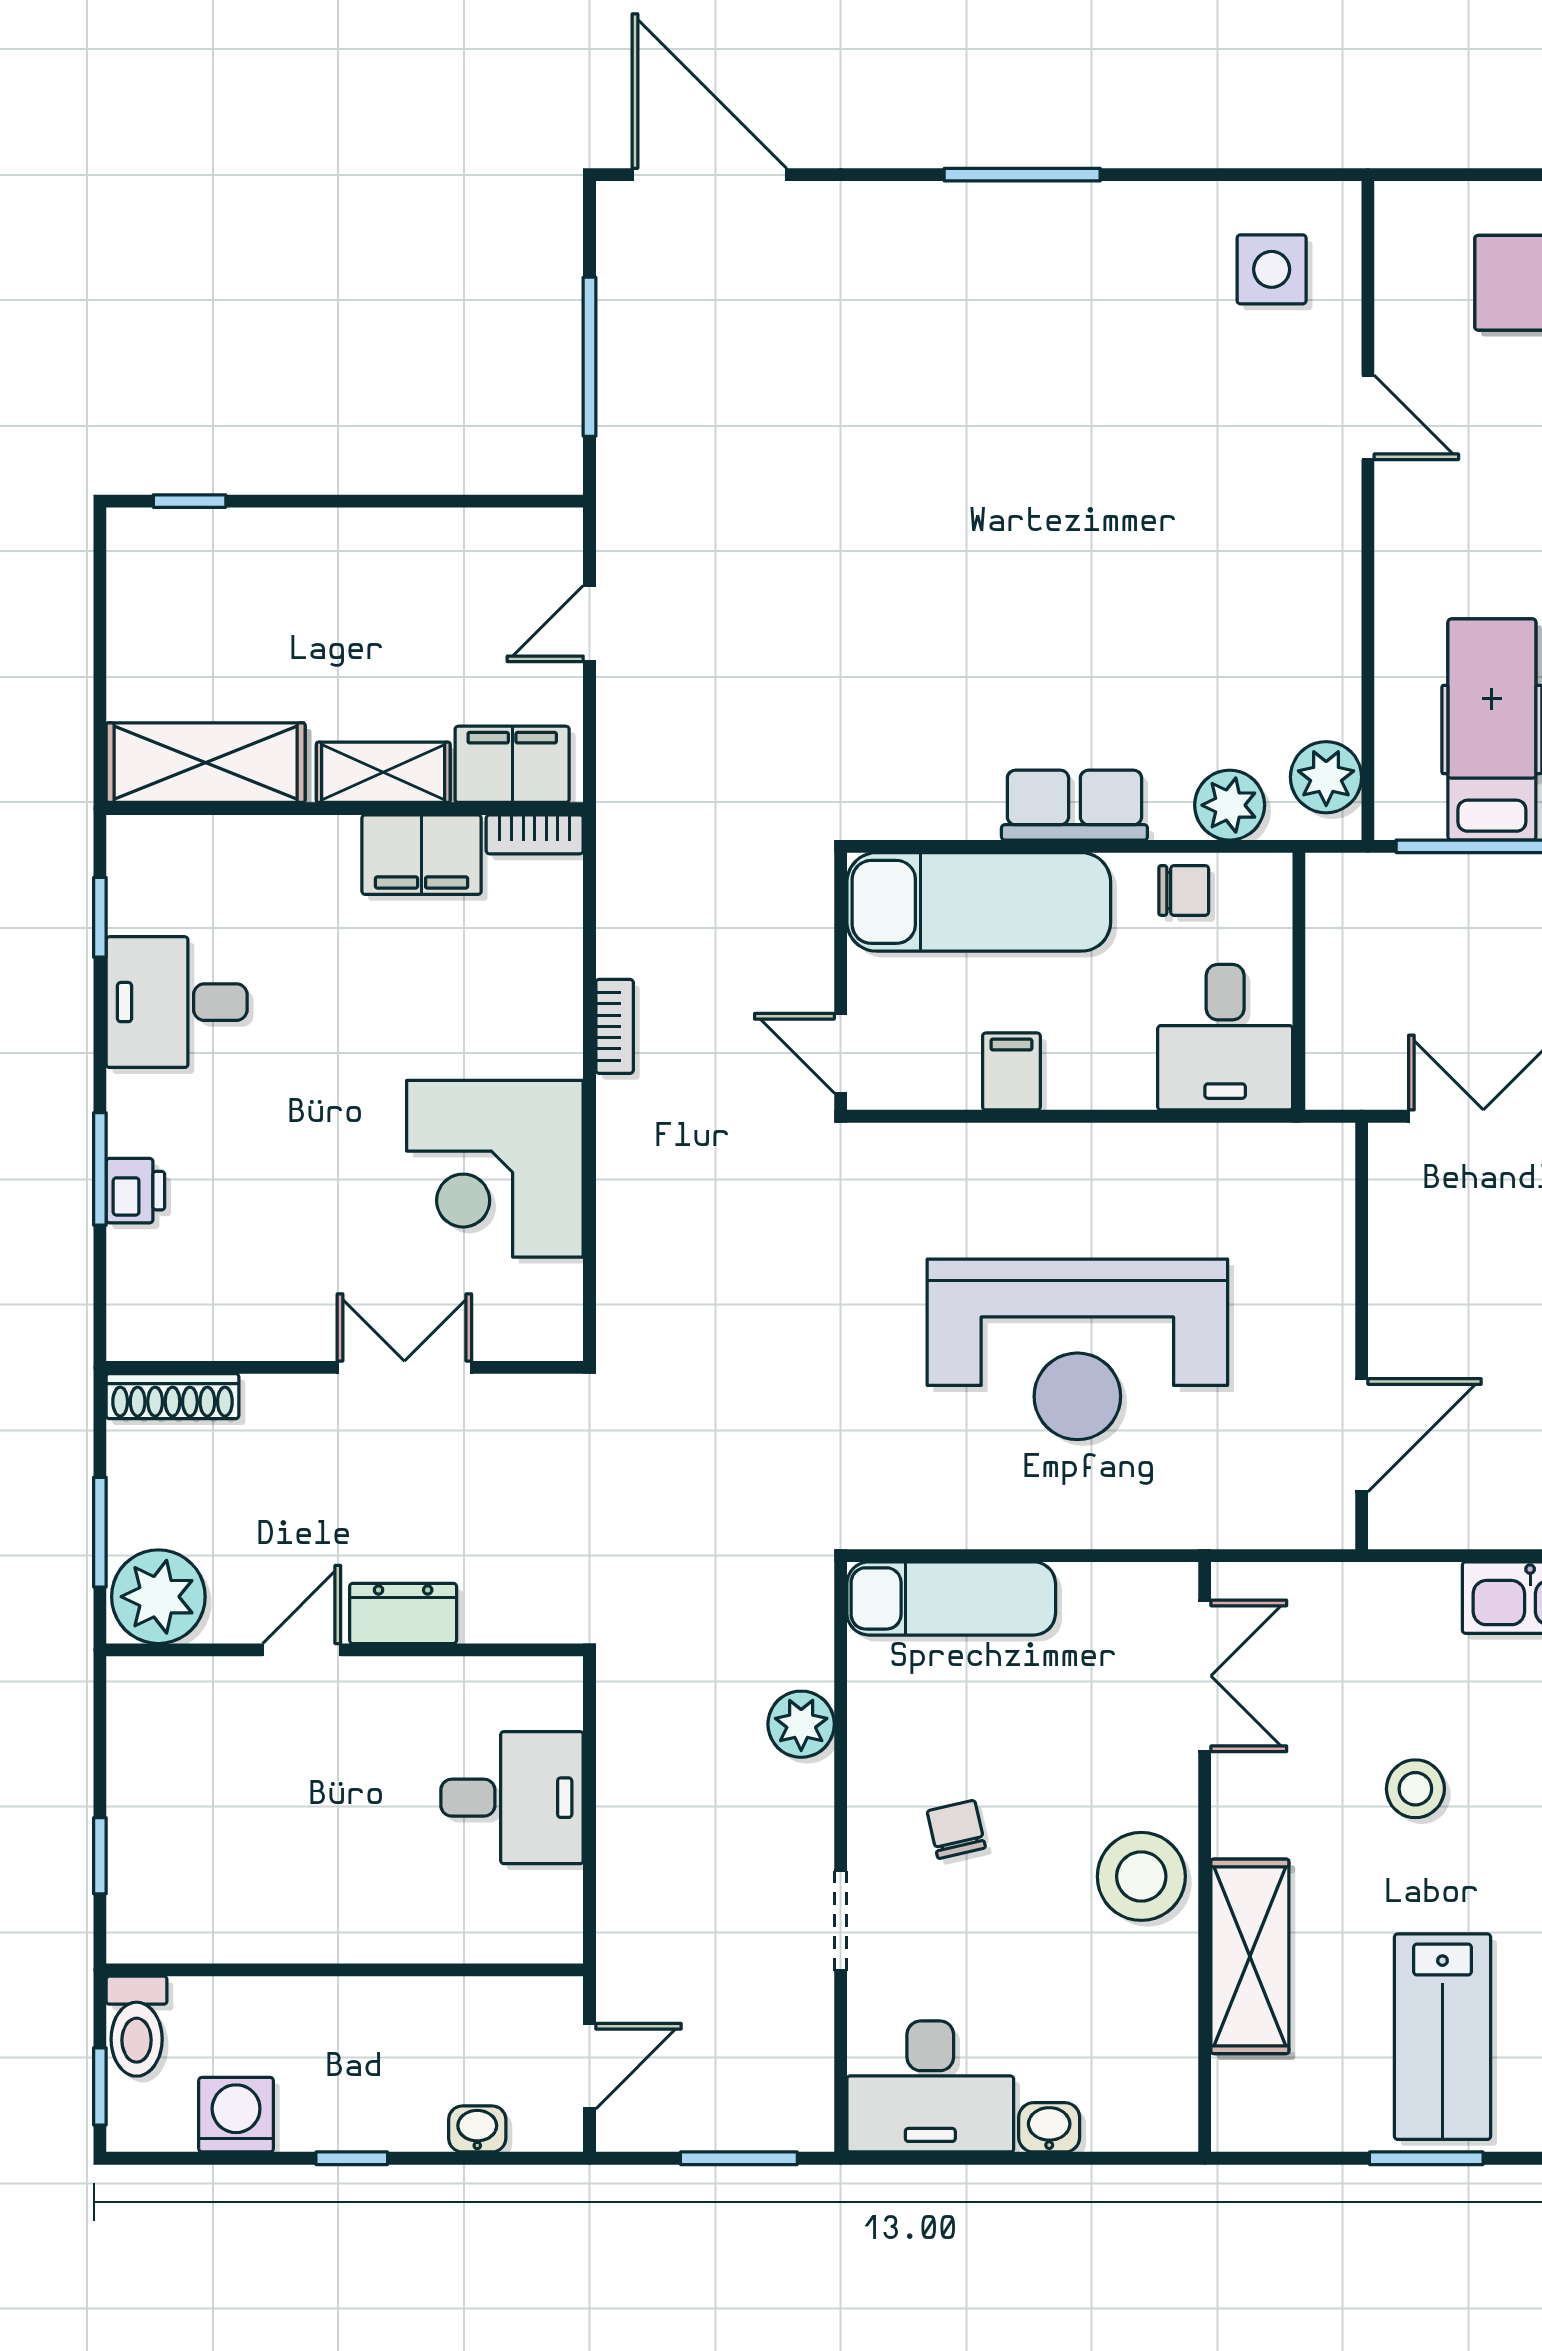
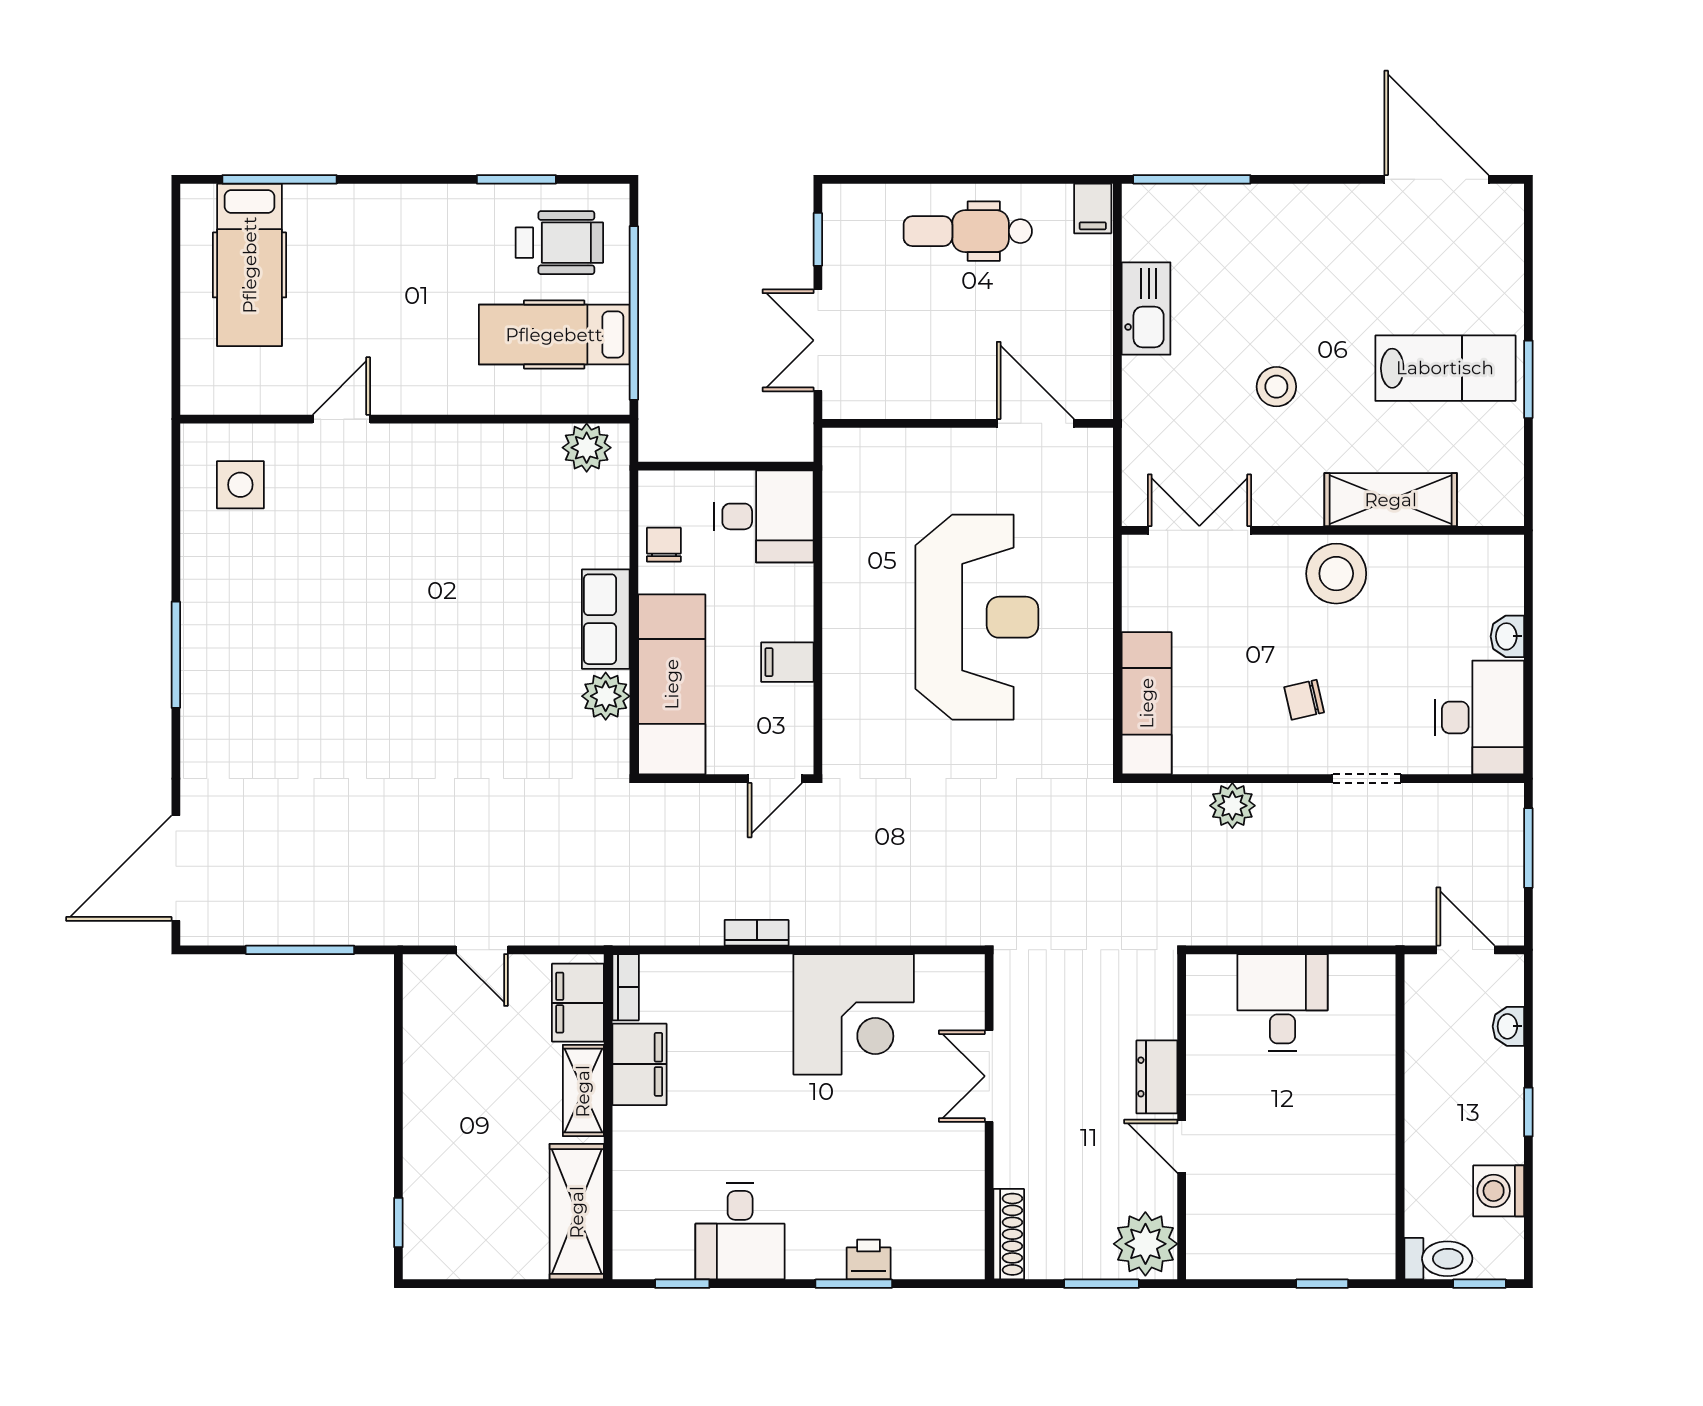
plant: (1230, 805) -> (606, 696), moved

